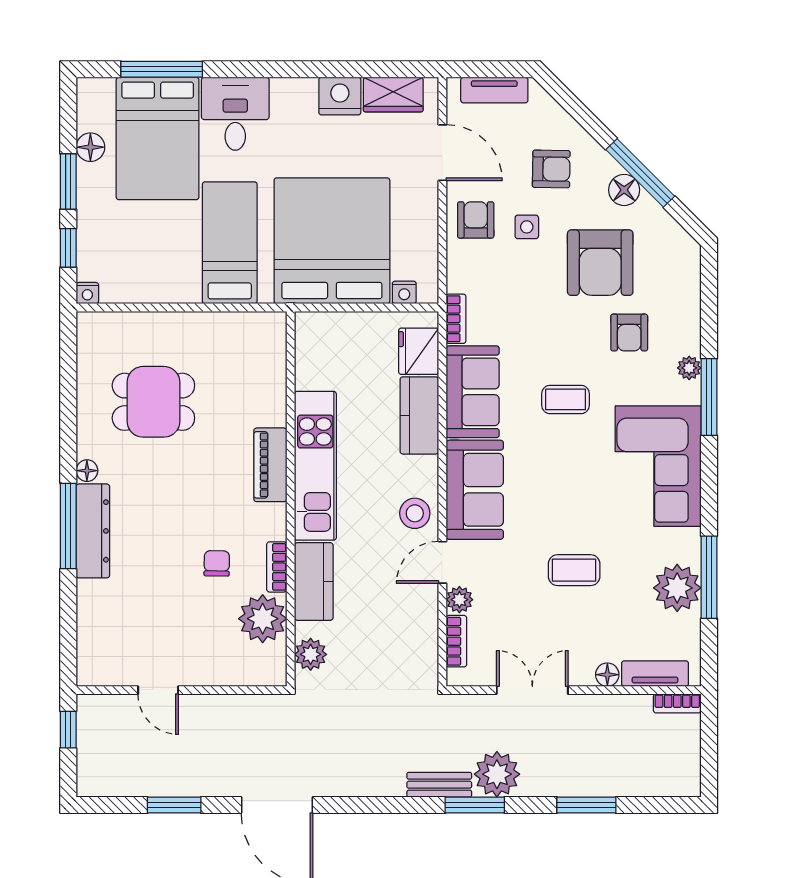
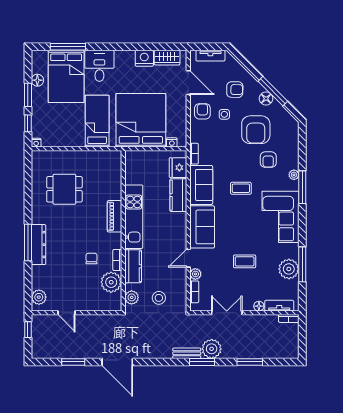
floor lamp: (87, 471) -> (36, 219), removed
stool: (415, 513) -> (159, 298), moved
plant: (94, 654) -> (39, 297), added

